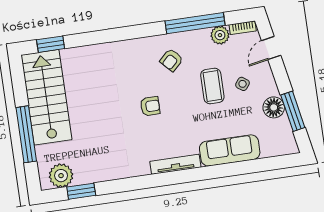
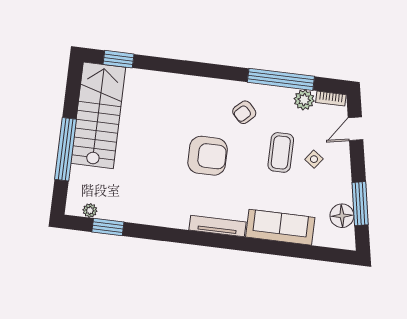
armchair: (150, 106) -> (208, 156), width x1.88, depth x1.88
floor lamp: (274, 107) -> (342, 216), moved
plant: (61, 176) -> (90, 210), width x0.53, depth x0.53

